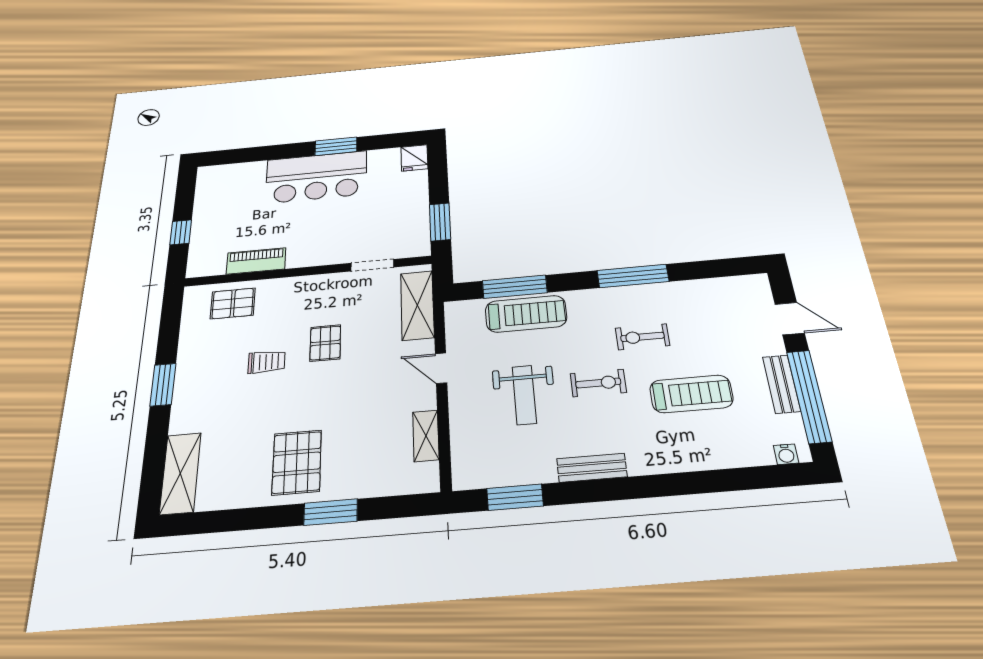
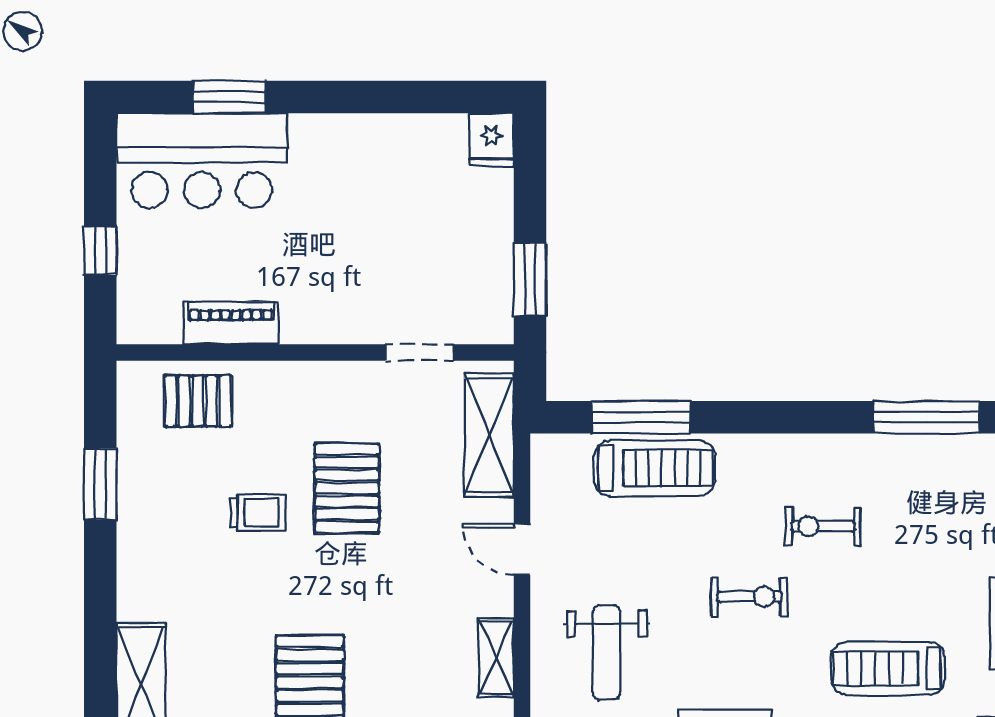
window: (336, 146) -> (229, 97), moved
bar counter: (316, 177) -> (202, 161), moved
window: (633, 276) -> (926, 417), moved
pallet: (325, 343) -> (347, 488), width x1.50, depth x1.42
window: (163, 385) -> (100, 484), moved
treadmill: (691, 394) -> (888, 668), moved, turned 180
weight bench: (524, 395) -> (607, 653), moved

